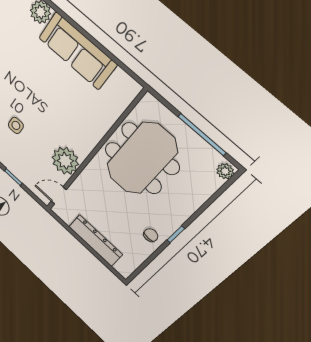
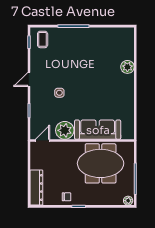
sofa: (77, 51) -> (98, 130), moved, turned 90
door: (59, 195) -> (43, 141), hinge flipped
dresser: (95, 241) -> (36, 188), moved

